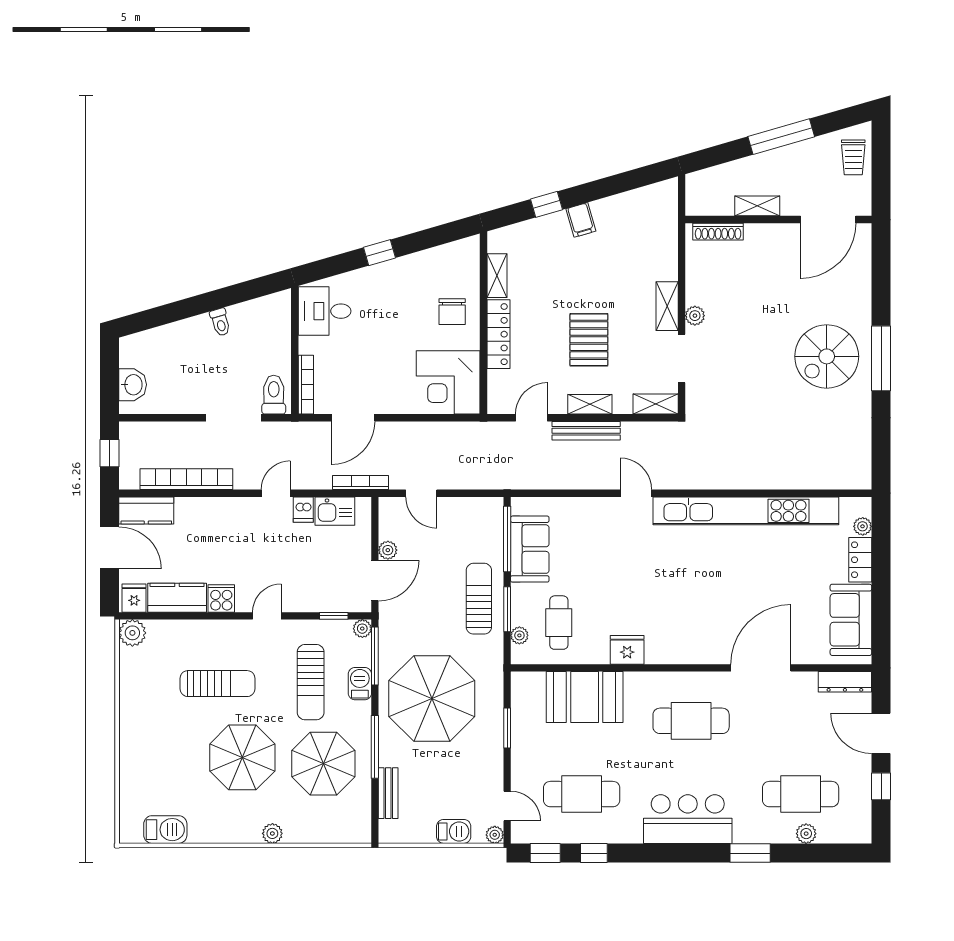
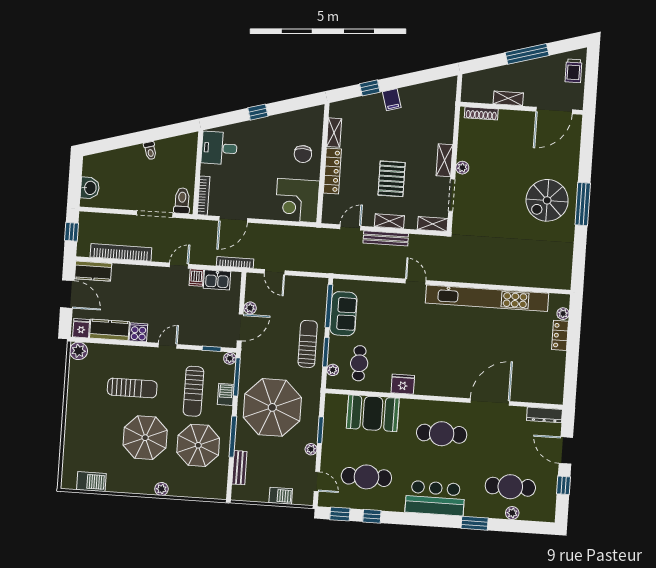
sofa: (851, 620) -> (551, 374), removed
plant: (495, 835) -> (311, 449), moved

